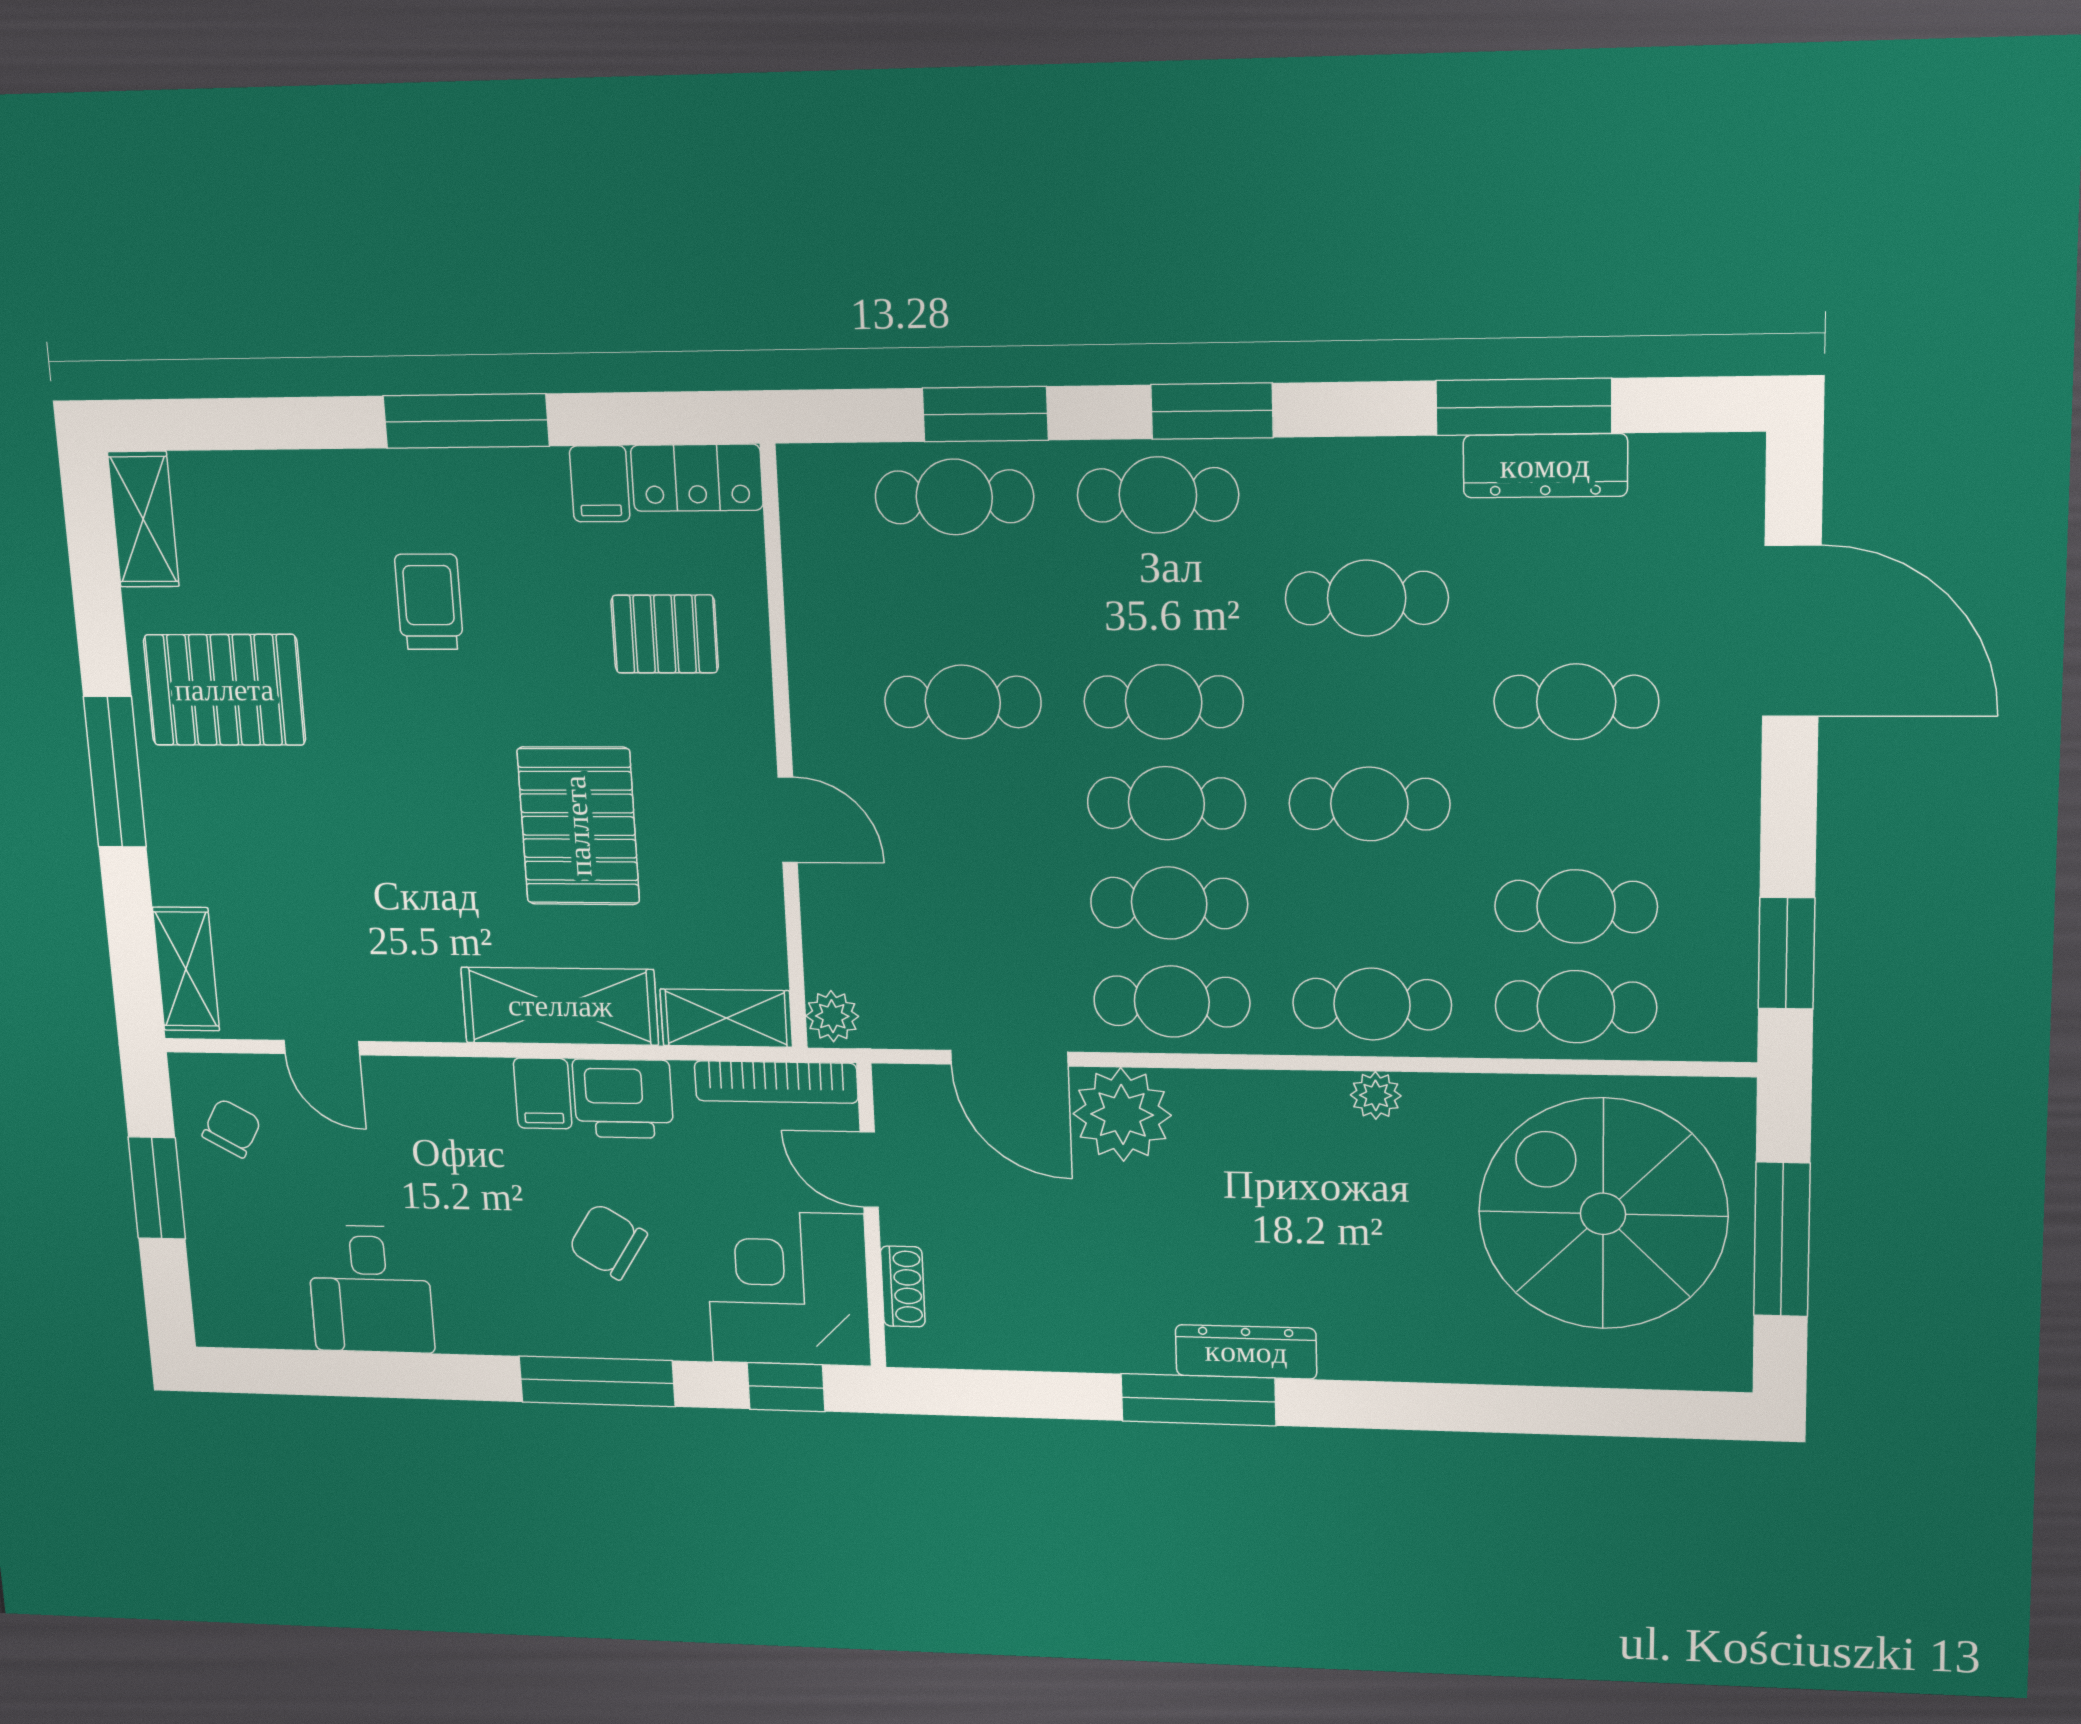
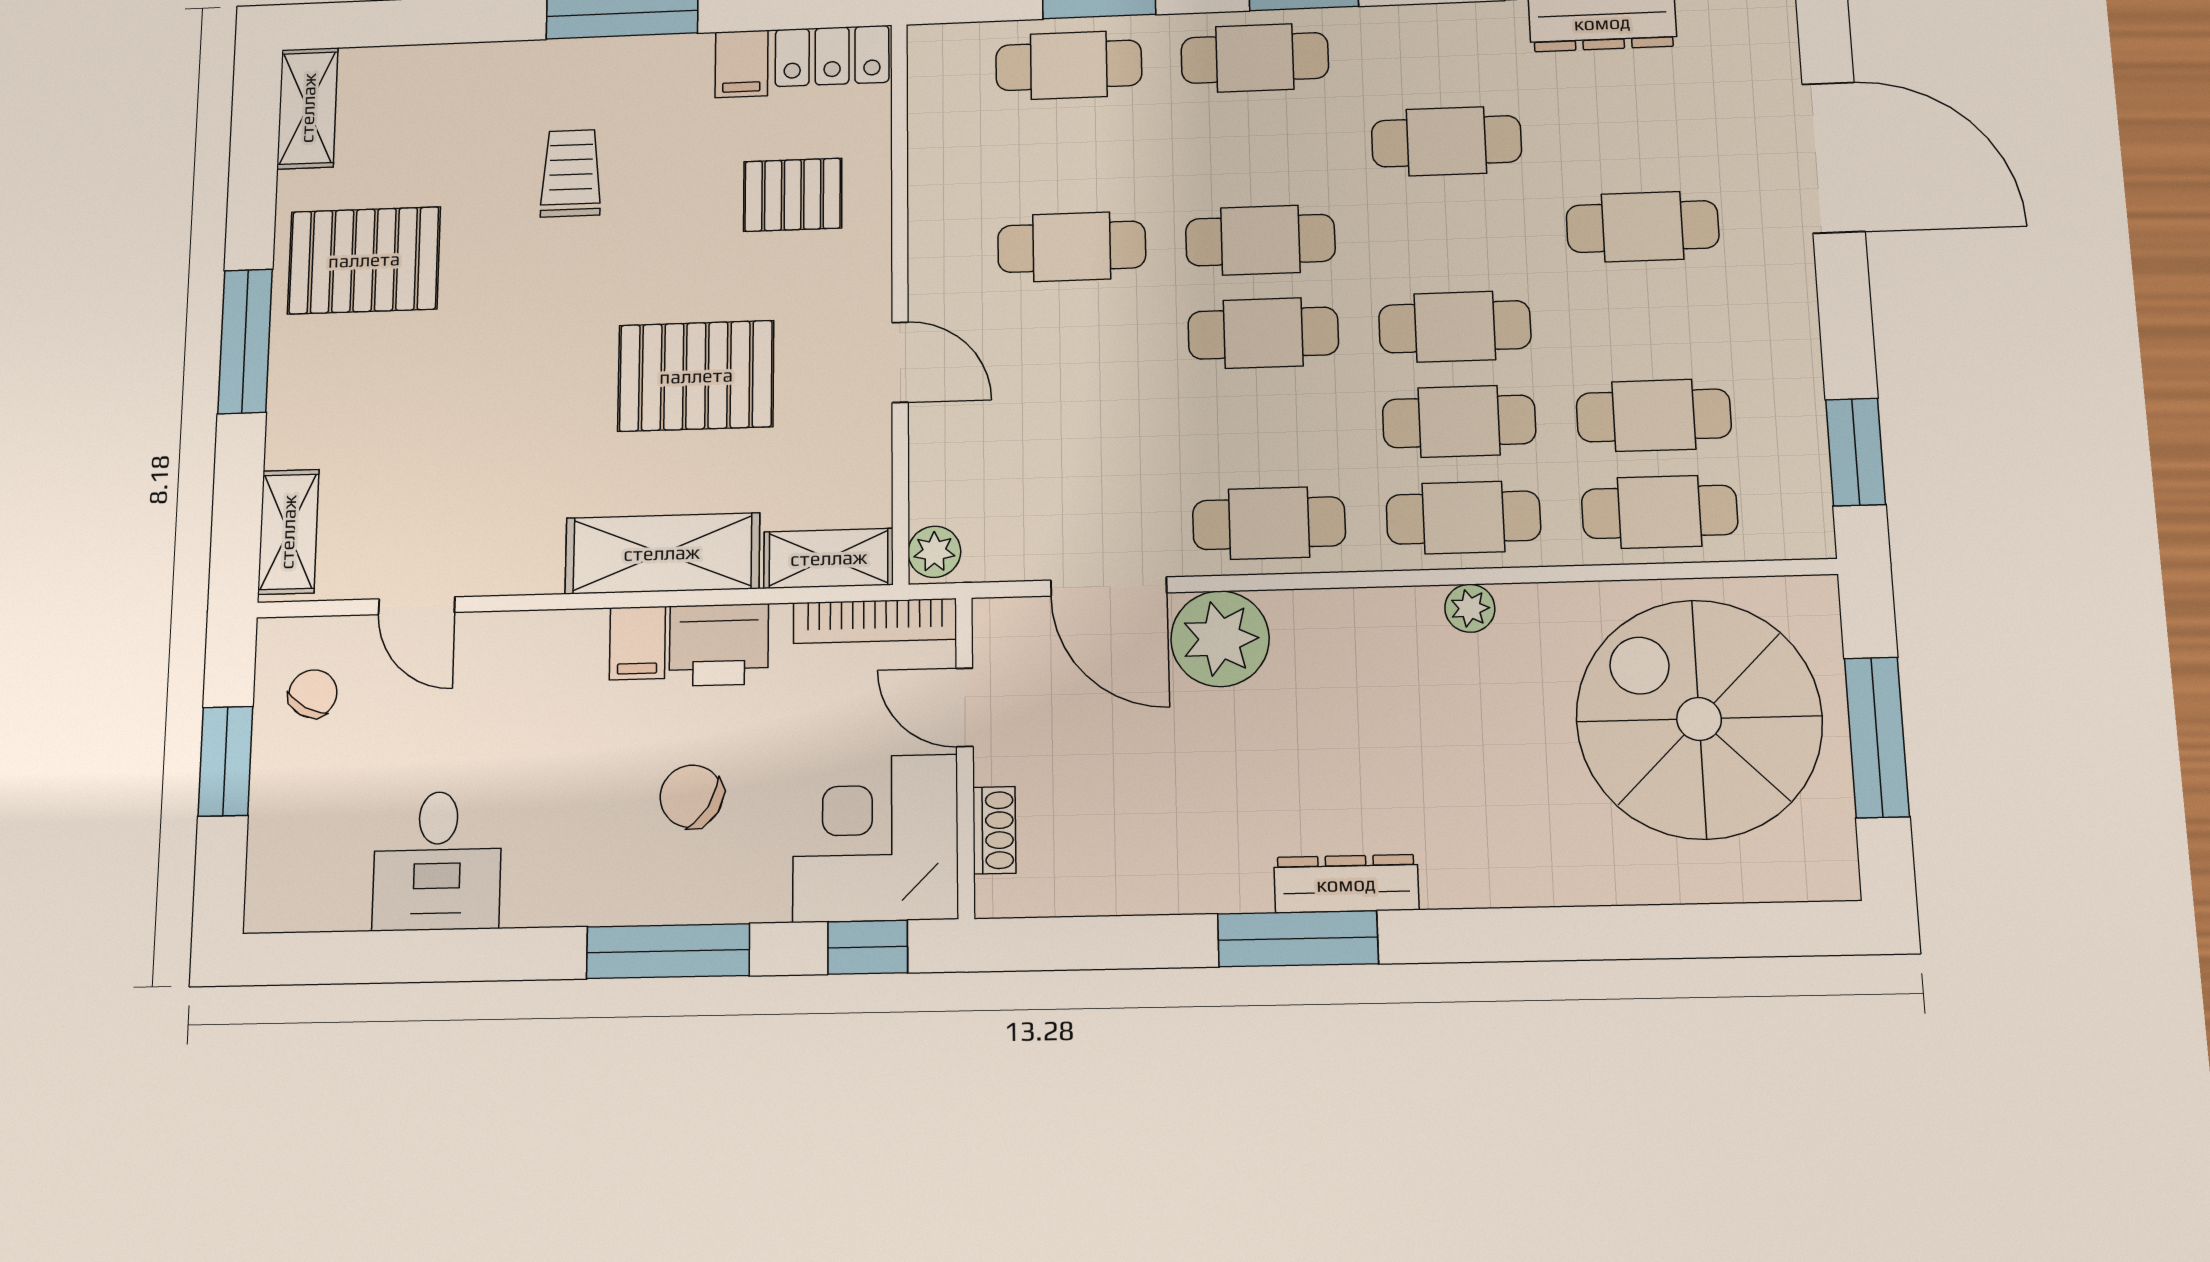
pallet: (578, 826) -> (696, 376), turned 90
cafe table: (1169, 903) -> (1459, 421), moved

